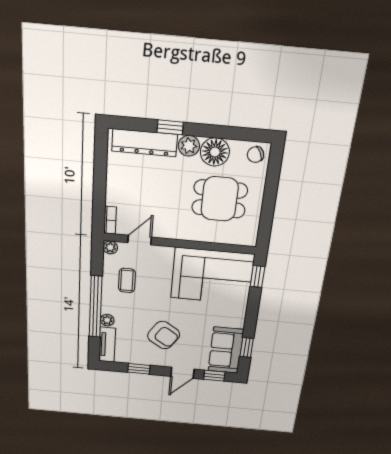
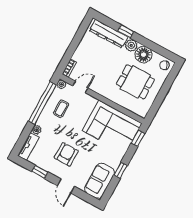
window: (96, 307) -> (42, 103), moved
armchair: (164, 335) -> (66, 154), turned -123
window: (247, 347) -> (120, 170), moved
door: (183, 373) -> (66, 186), hinge flipped
window: (214, 376) -> (85, 196), removed

